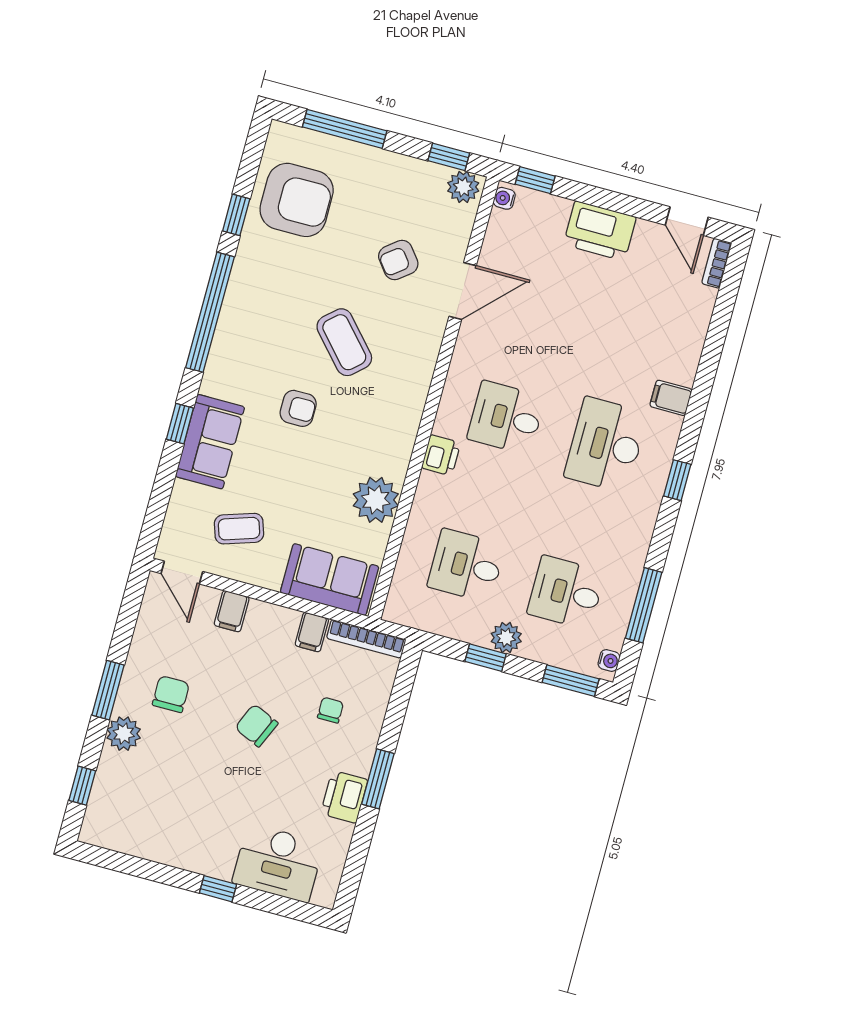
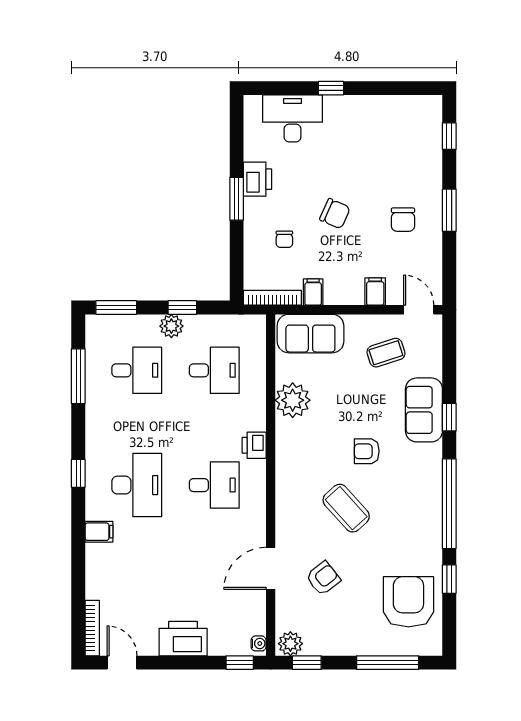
armchair: (297, 200) -> (408, 602), turned 90
bookcase: (717, 263) -> (92, 628), width x1.56
water cooler: (609, 661) -> (93, 329), removed
plant: (124, 734) -> (429, 182), removed

